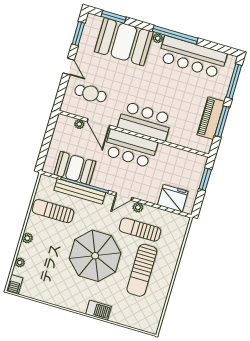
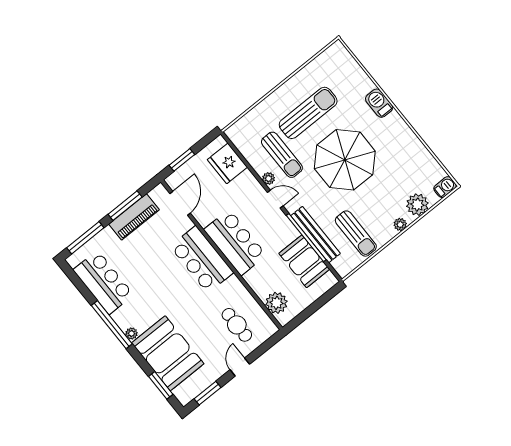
bar counter: (192, 57) -> (103, 282), width x0.73
door: (98, 123) -> (180, 203), moved
plant: (79, 124) -> (276, 303), width x1.88, depth x1.88
plant: (20, 262) -> (417, 205), width x1.88, depth x1.88

